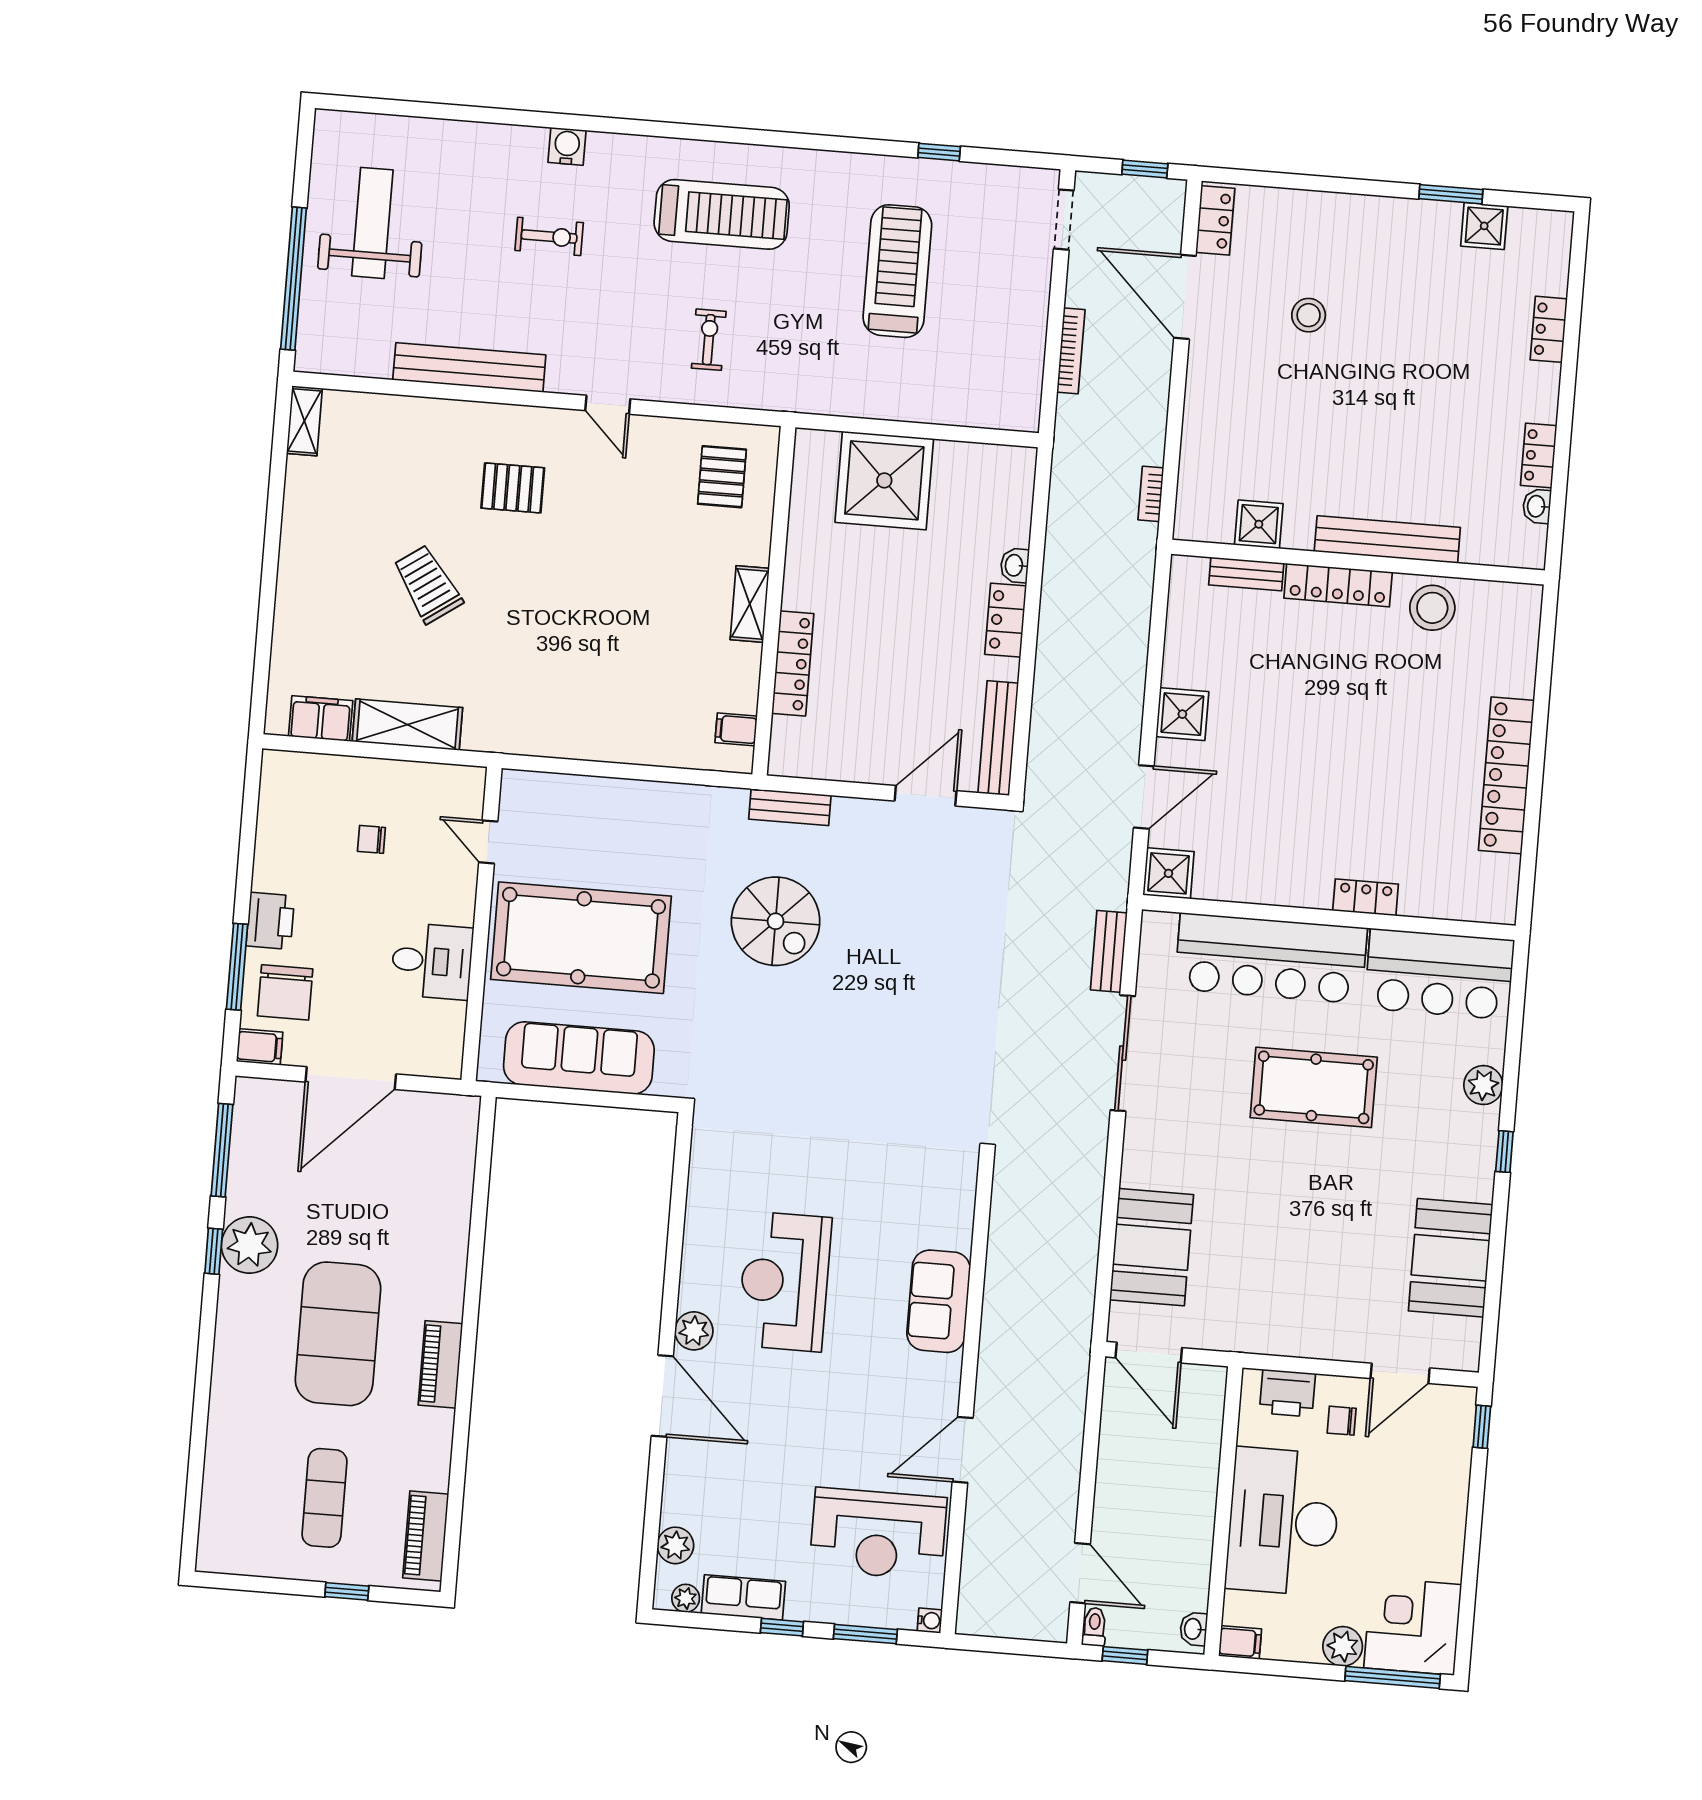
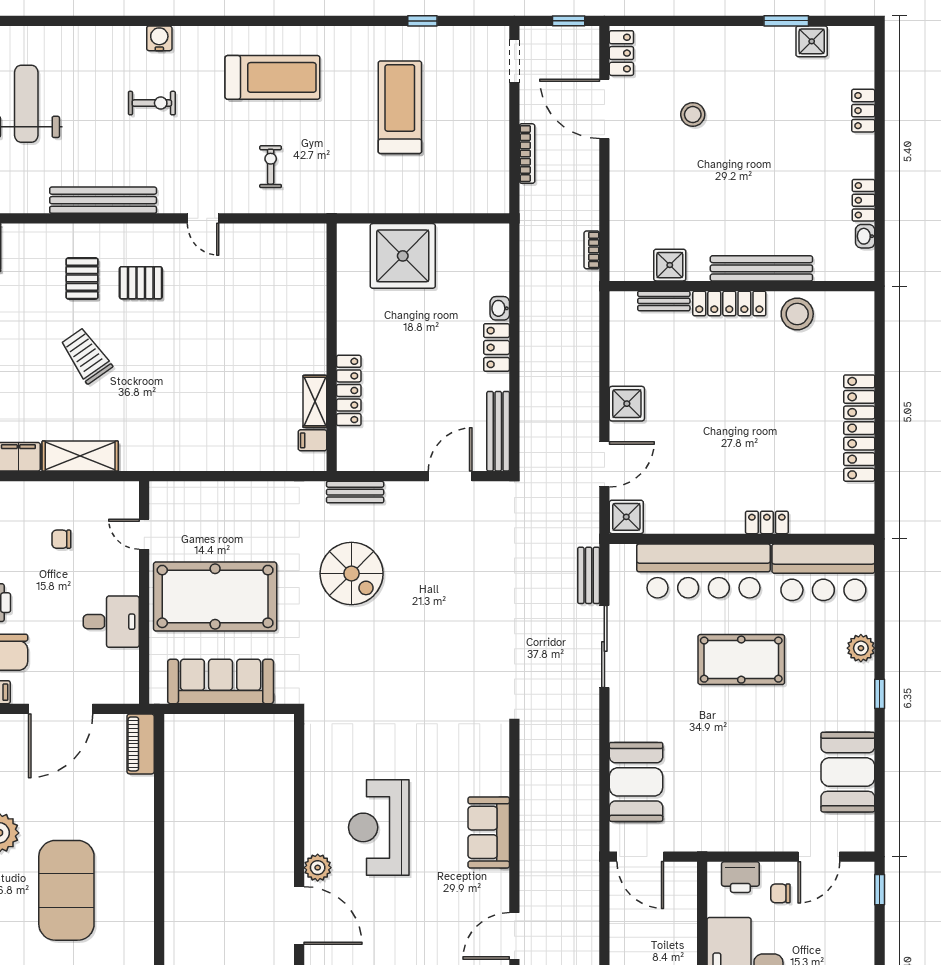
pallet: (722, 477) -> (82, 278), moved
shelving: (750, 604) -> (315, 401), moved
piano: (440, 1364) -> (141, 744), moved

